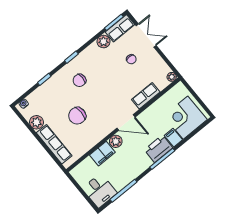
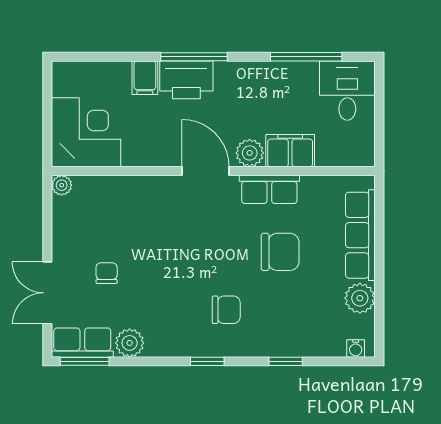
row of seats: (146, 96) -> (269, 189), moved
corner desk: (185, 118) -> (86, 132), moved, turned -90

